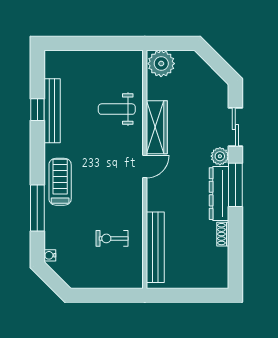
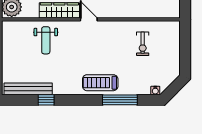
bench: (52, 111) -> (28, 89), moved
bench: (155, 247) -> (149, 11), removed

